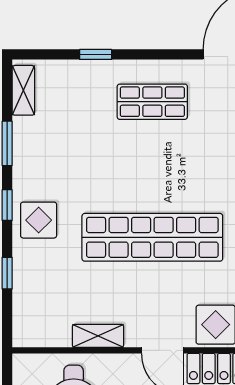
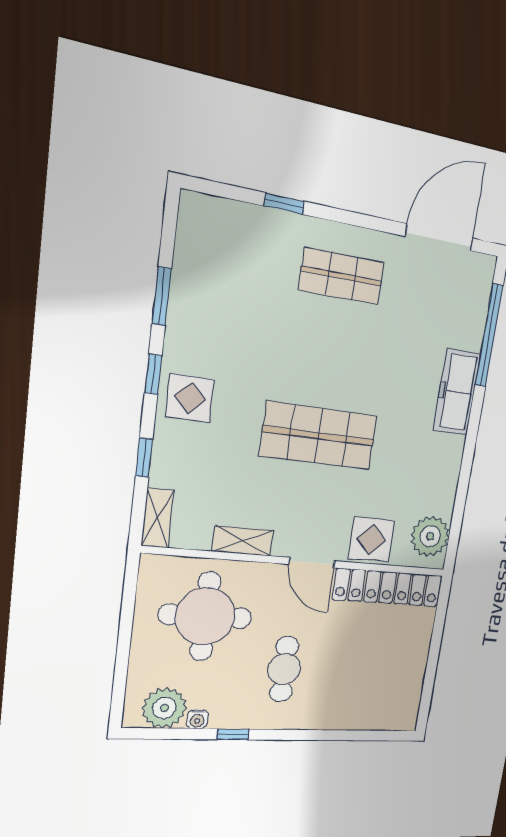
shelving: (23, 90) -> (157, 518), moved
shop shelf: (152, 237) -> (319, 436), width x0.71

